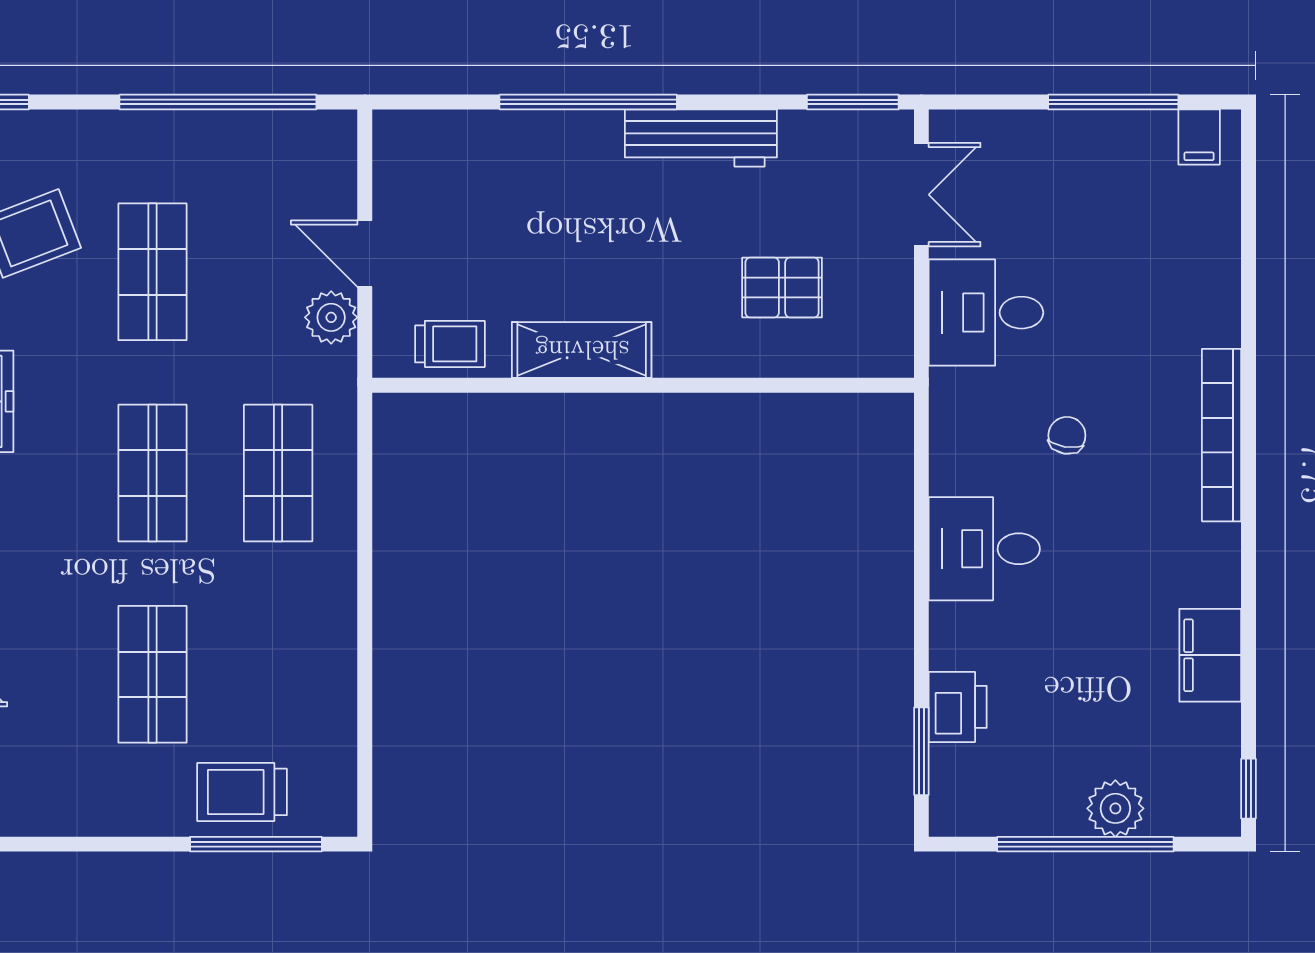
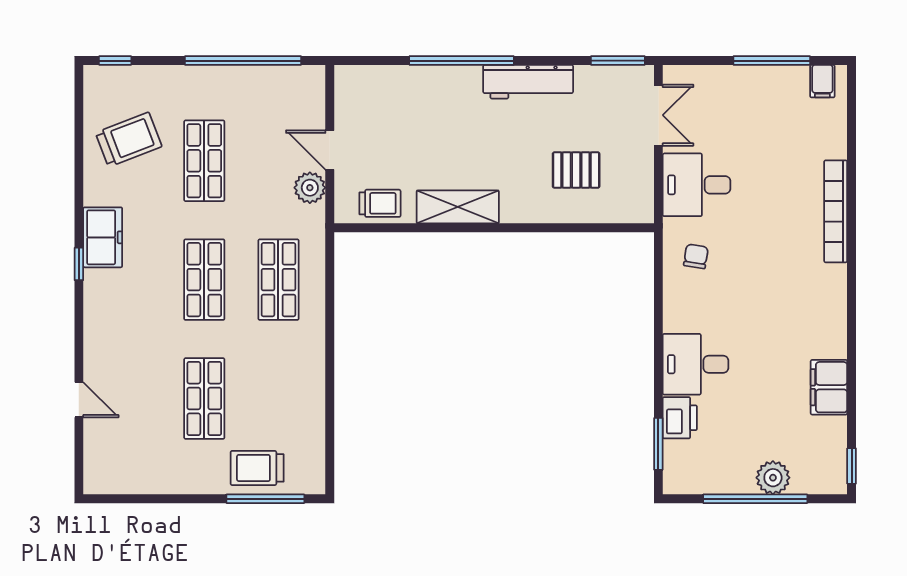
chair: (1067, 435) -> (696, 256), moved
bookcase: (1222, 435) -> (836, 211), moved
desk: (984, 549) -> (696, 364), moved

